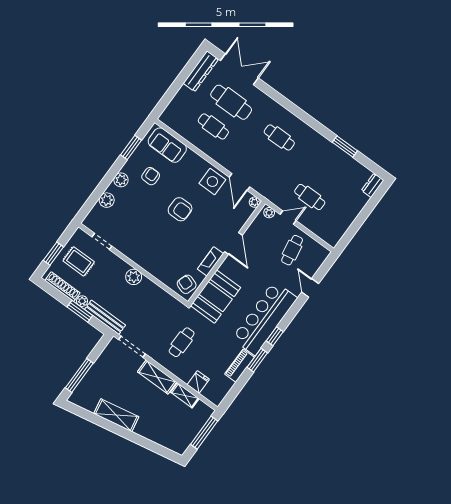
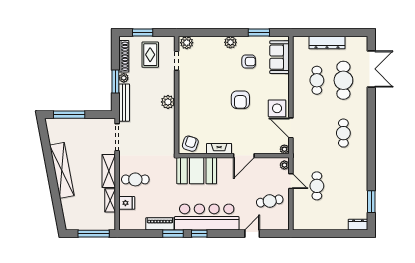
dresser: (201, 71) -> (327, 42), moved
window: (345, 147) -> (371, 202), moved
door: (240, 182) -> (291, 128), hinge flipped
plant: (107, 200) -> (187, 43), moved
cafe table: (182, 342) -> (135, 179), moved
shelving: (116, 415) -> (62, 170), width x1.47

